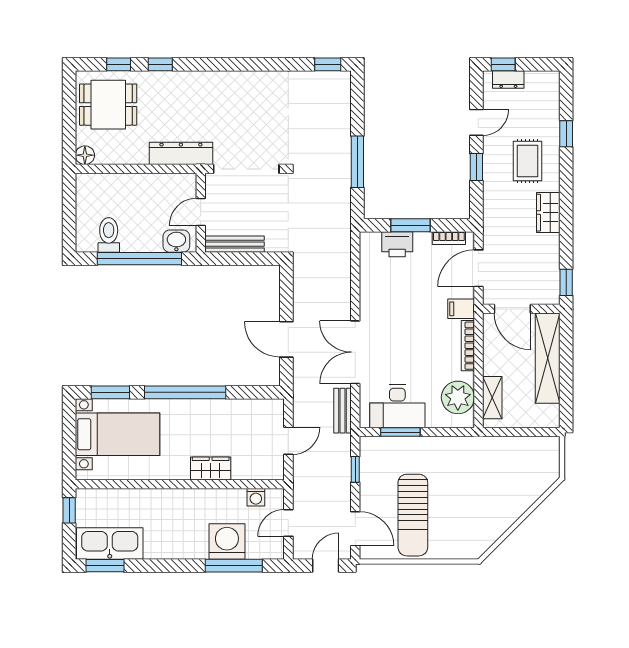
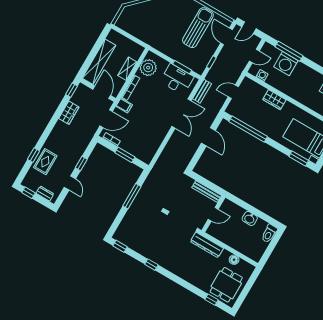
window: (160, 64) -> (151, 265), moved
window: (503, 64) -> (29, 193), moved
dining table: (108, 105) -> (226, 285), turned 90
door: (476, 122) -> (70, 183), swing flipped
floor lamp: (85, 155) -> (234, 260), moved
rug: (528, 161) -> (45, 162), moved
wardrobe: (548, 213) -> (69, 113), moved
toilet: (109, 235) -> (269, 233), moved
washbasin: (176, 241) -> (250, 218), moved
printer: (397, 244) -> (136, 150), removed
window: (139, 259) -> (252, 210), removed
window: (185, 392) -> (248, 129), moved
shelving: (492, 398) -> (127, 69), moved

